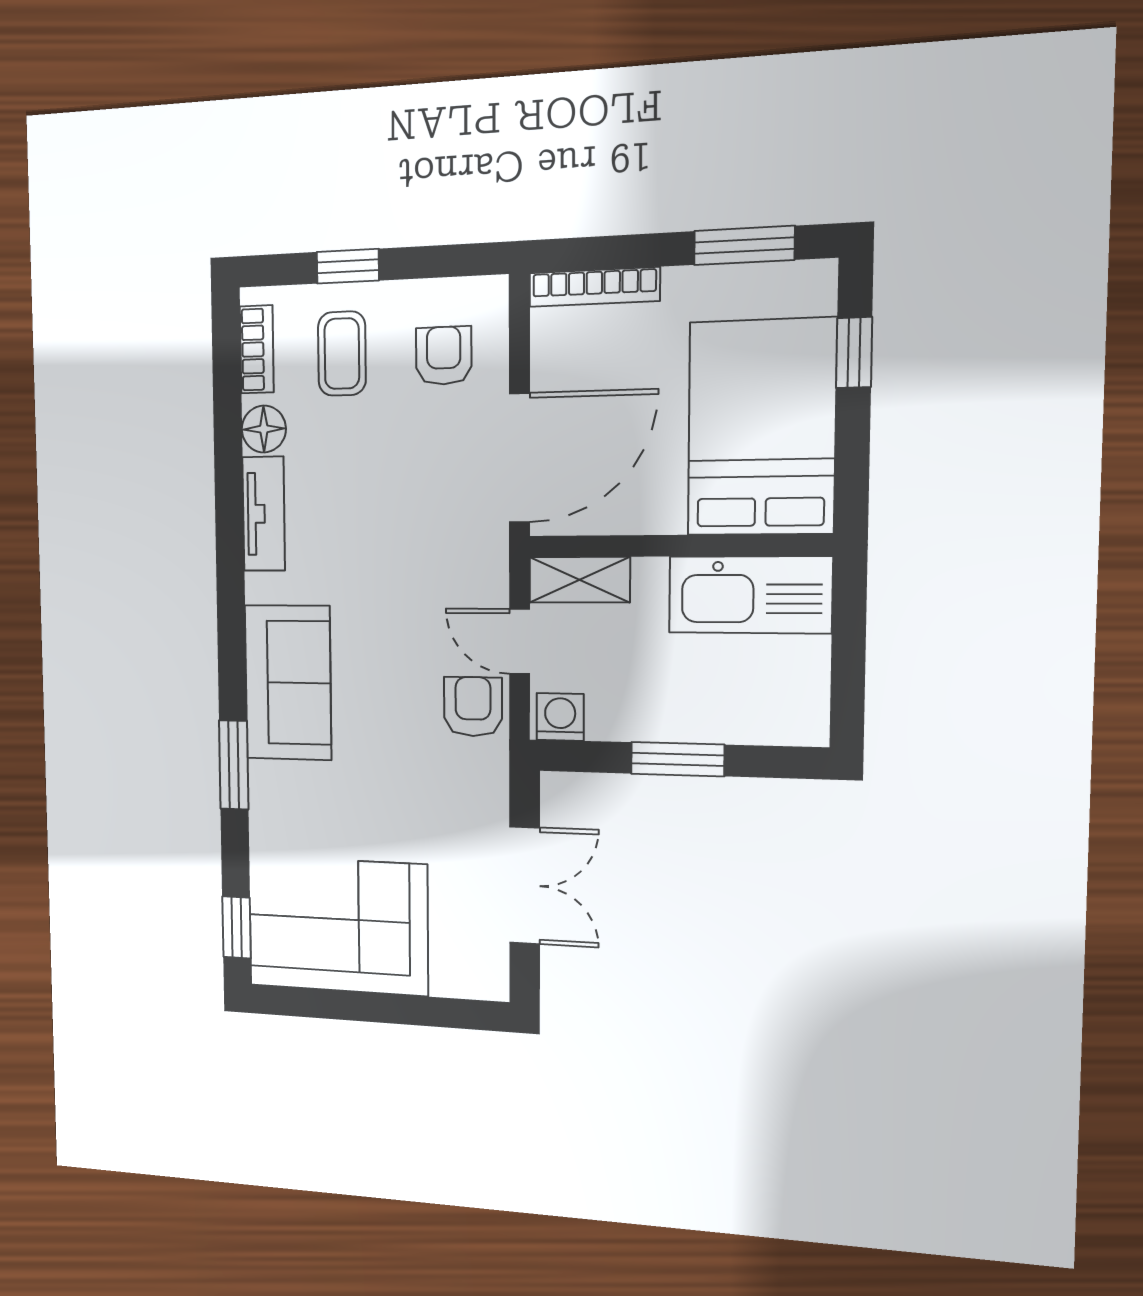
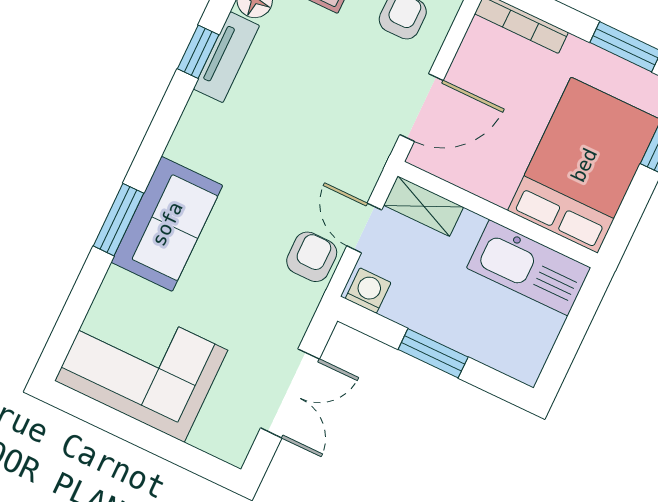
door: (519, 458) -> (422, 107), width x0.73
sofa: (288, 683) -> (167, 224), moved
window: (236, 927) -> (198, 52), moved

